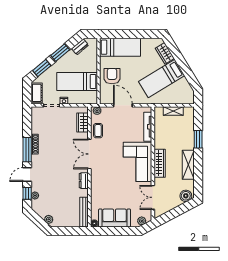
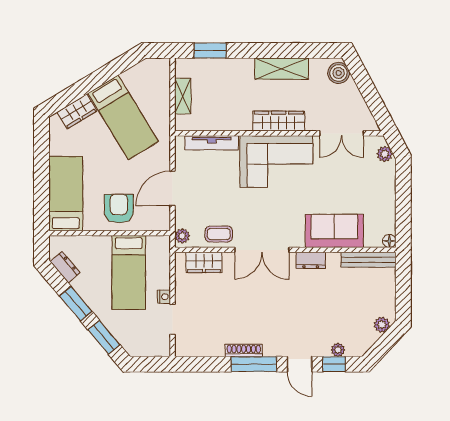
armchair: (112, 76) -> (119, 209), turned 90
cot: (37, 93) -> (149, 347), removed
window: (198, 139) -> (210, 50), moved
sofa: (115, 218) -> (334, 231), moved, turned 90

